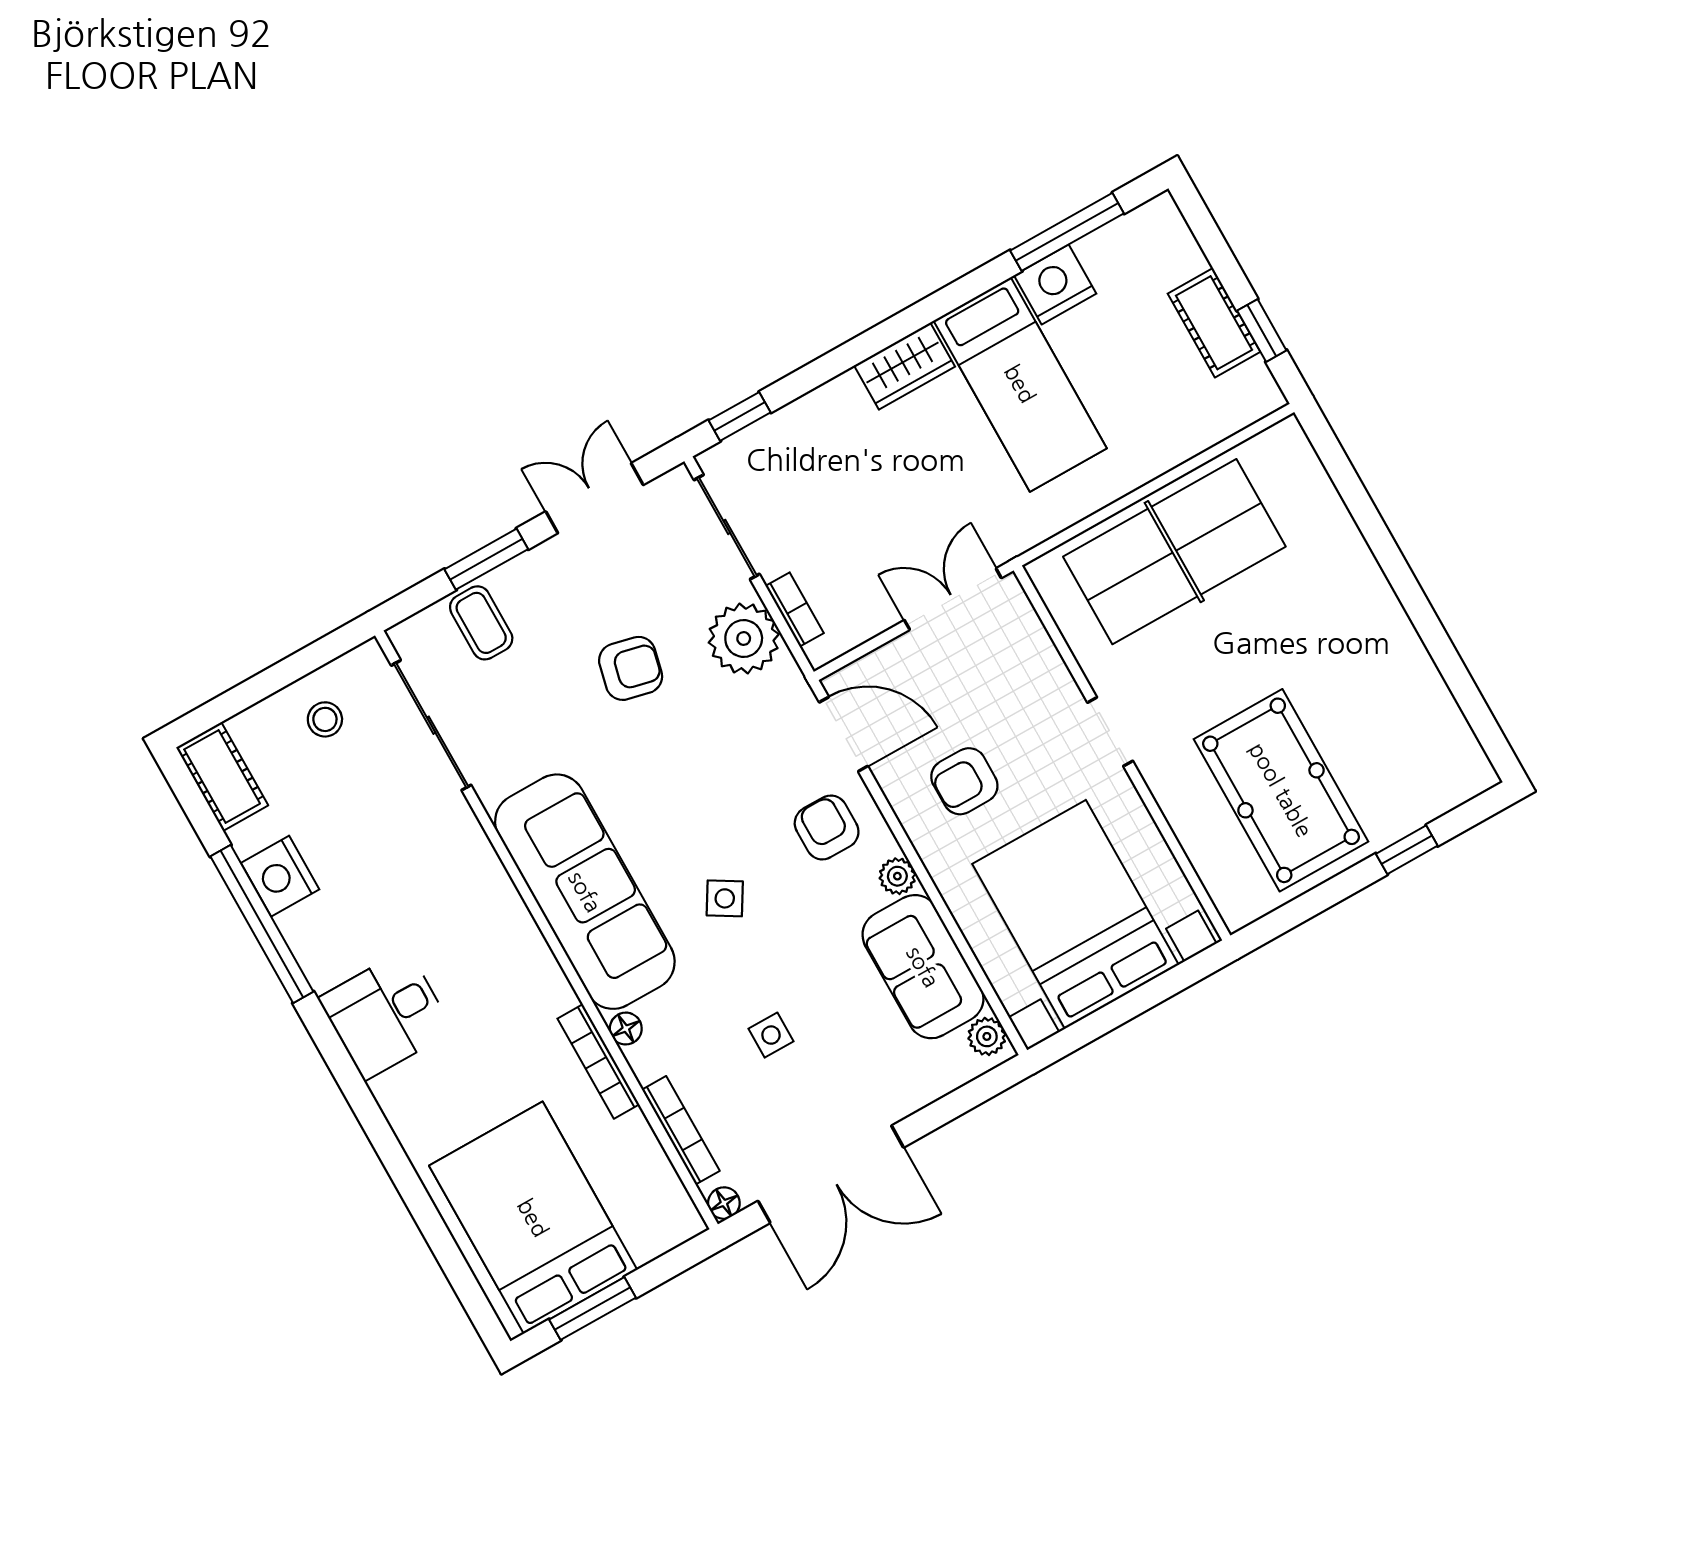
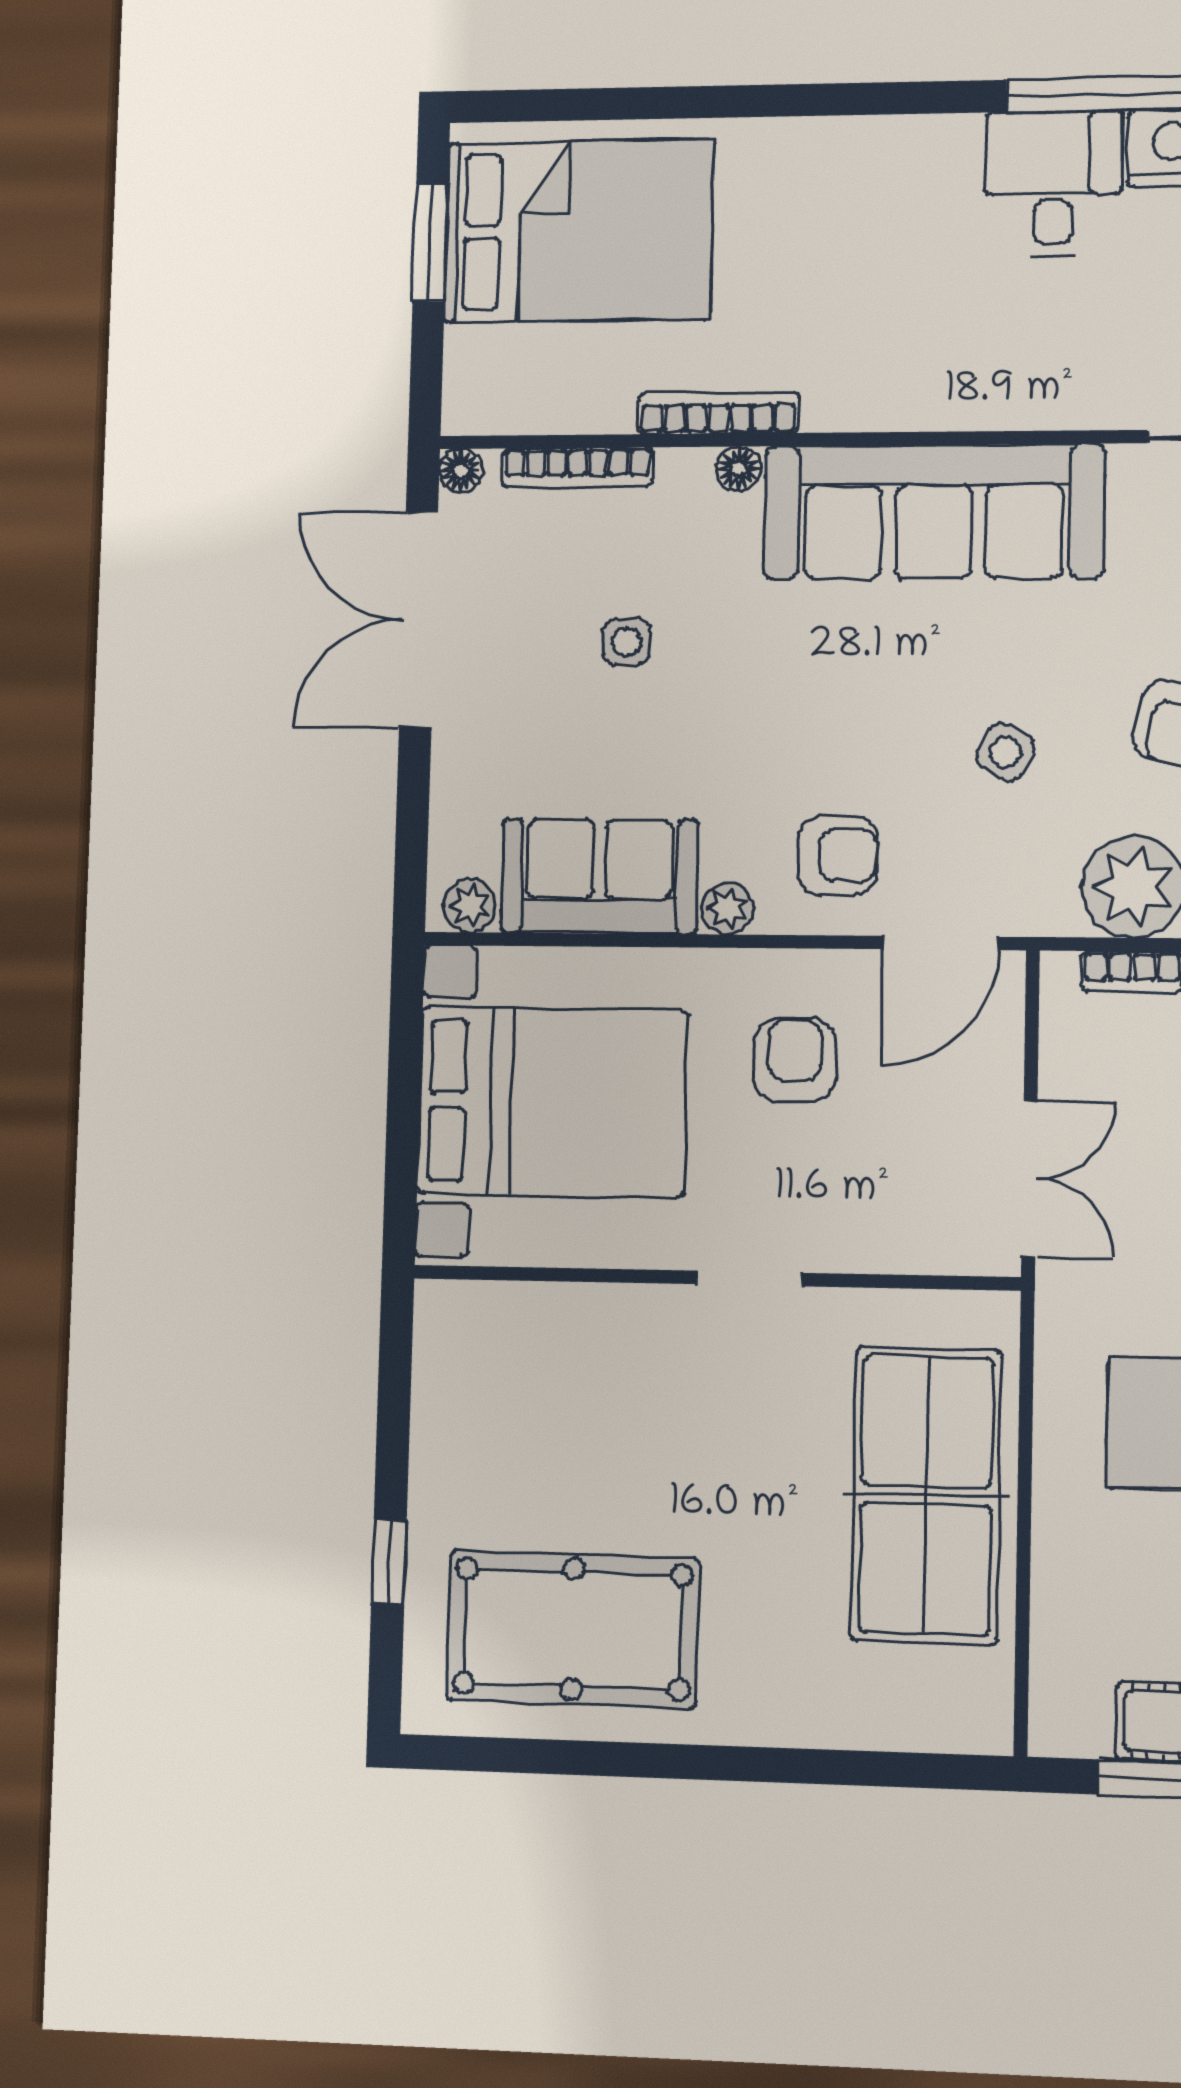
pool table: (1281, 790) -> (573, 1629), moved
side table: (725, 898) -> (1005, 752), moved
desk: (386, 1014) -> (1054, 183), moved

